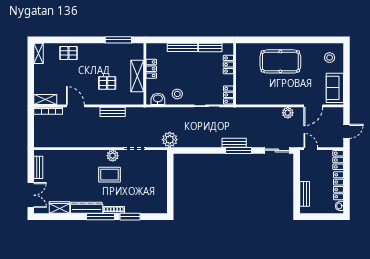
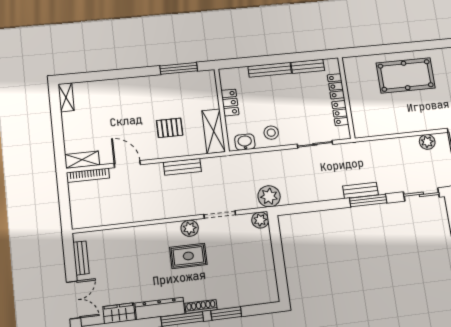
pallet: (68, 53) -> (109, 93), removed
shelving: (137, 76) -> (214, 131), moved
locker: (228, 95) -> (340, 113), moved
plant: (161, 156) -> (260, 220), added

